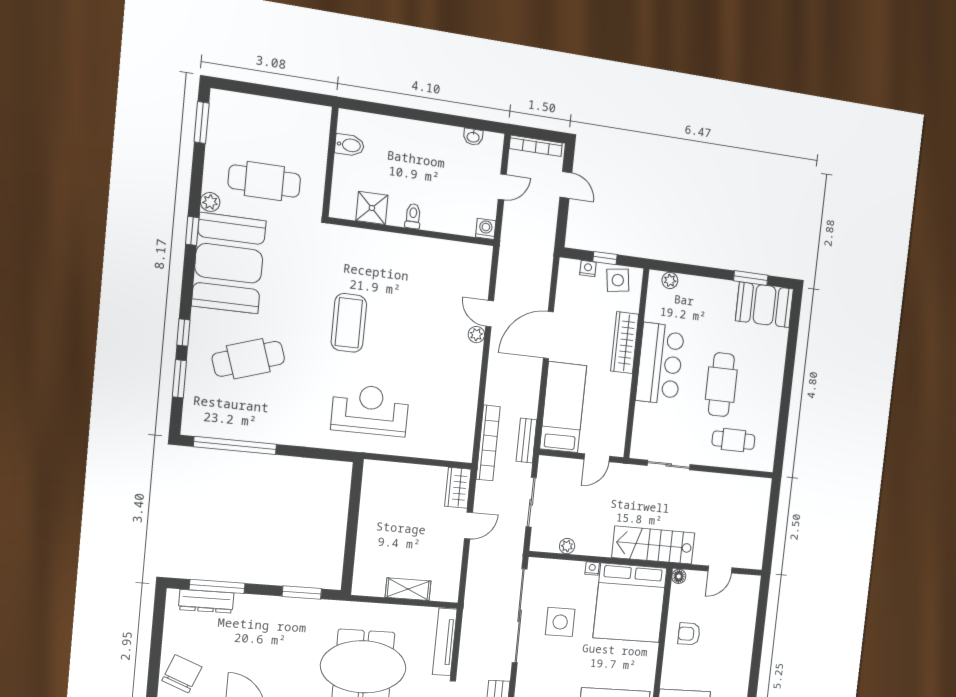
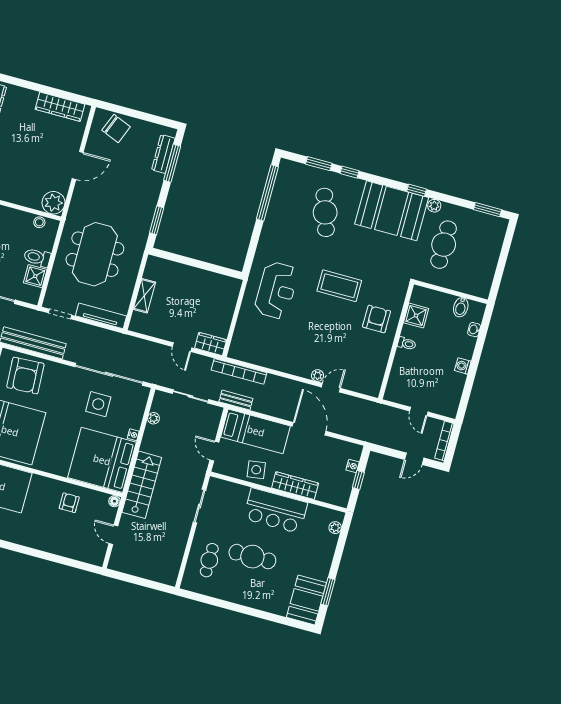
washbasin: (473, 137) -> (474, 330), moved
washing machine: (486, 229) -> (463, 366), moved, turned 180
armchair: (386, 264) -> (377, 319), added
side table: (618, 280) -> (256, 470), moved

